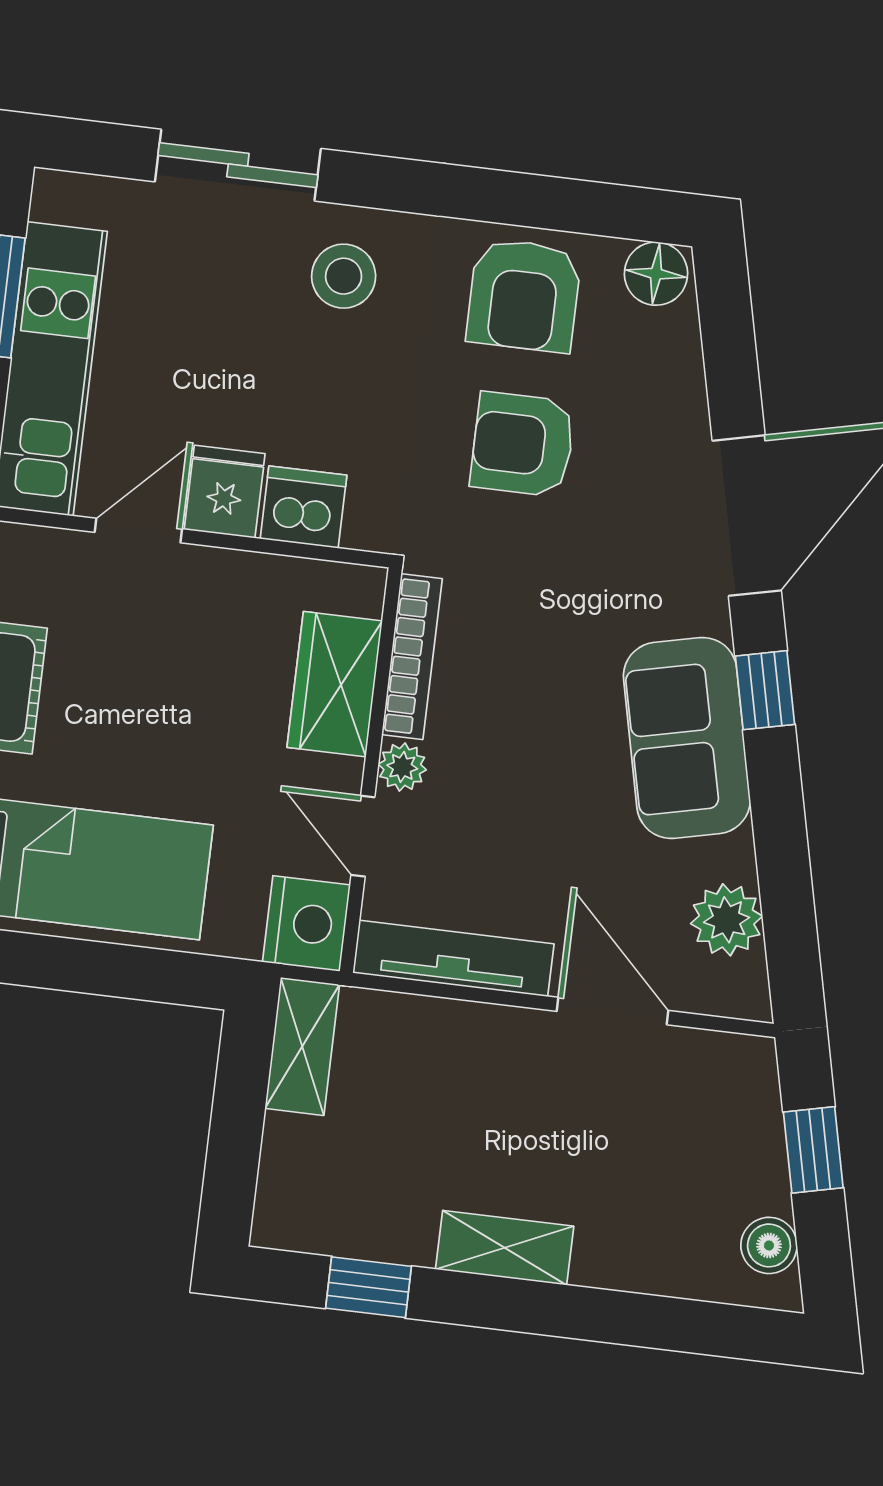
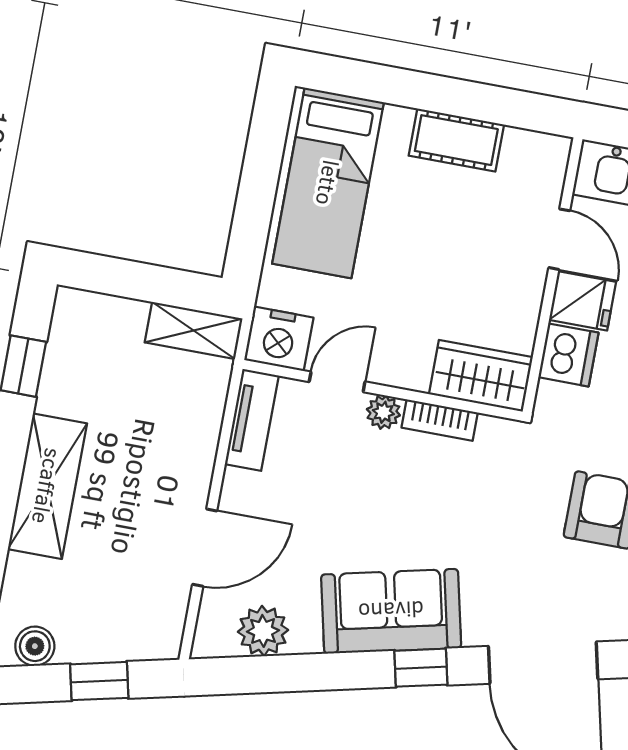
bookcase: (412, 657) -> (440, 420), width x0.64
wardrobe: (335, 684) -> (481, 376), moved
tv unit: (453, 958) -> (252, 420), width x0.71
shelving: (505, 1248) -> (47, 486), width x1.50, depth x1.33

